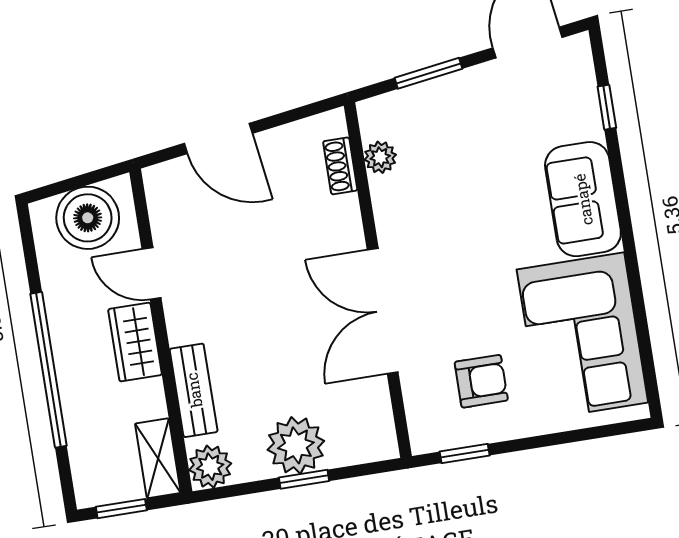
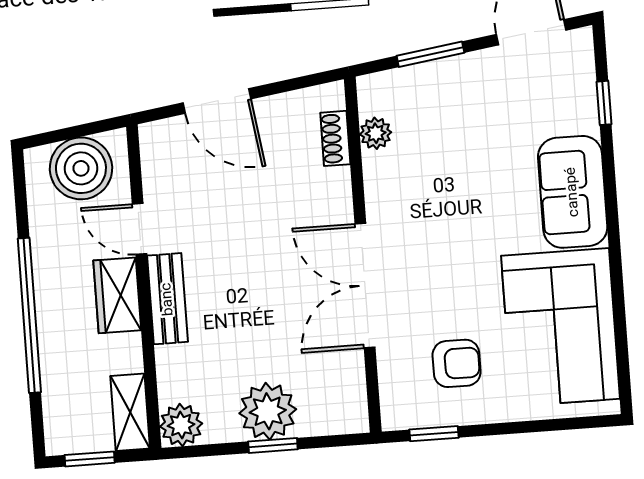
bench: (194, 390) -> (168, 299), moved

